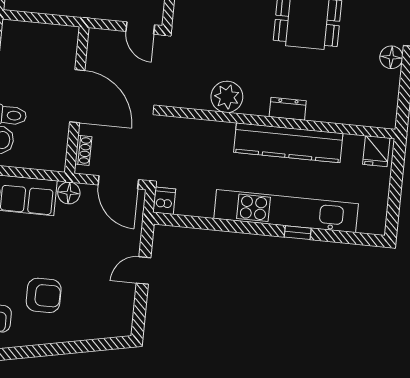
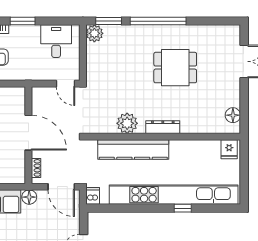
floor lamp: (391, 57) -> (233, 115), moved
dresser: (288, 109) -> (163, 127), width x1.44
kitchen counter: (288, 143) -> (133, 150), moved
kitchen unit: (286, 211) -> (174, 195), width x1.36

